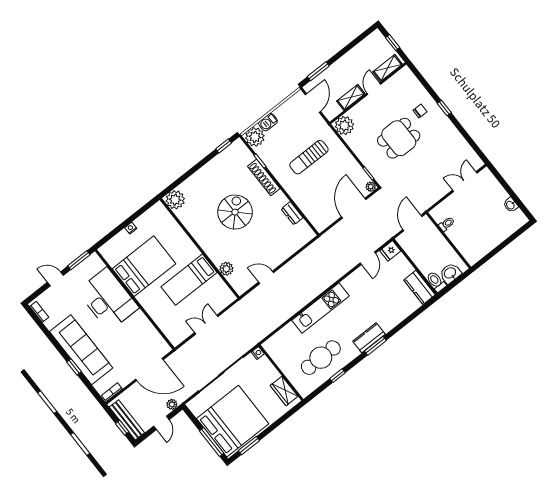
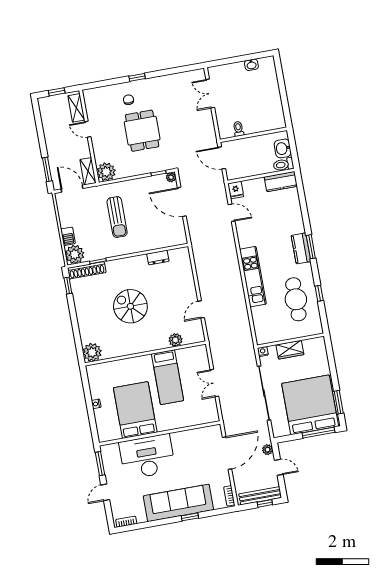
shelving: (351, 97) -> (88, 171), moved
shoe rack: (264, 177) -> (87, 270), moved
wardrobe: (284, 391) -> (290, 350), moved

